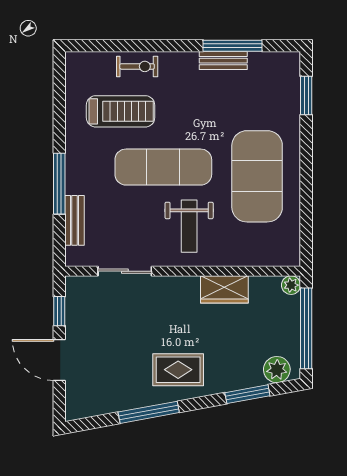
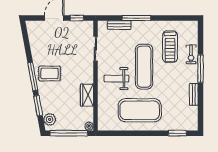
window: (233, 46) -> (201, 69), moved
rug: (178, 370) -> (50, 73), turned 90
window: (149, 412) -> (33, 77), moved

